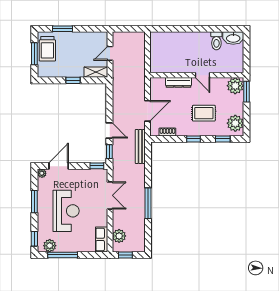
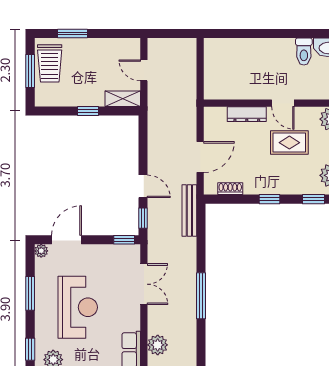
door: (110, 53) -> (144, 70), hinge flipped
rug: (204, 113) -> (289, 143), moved

